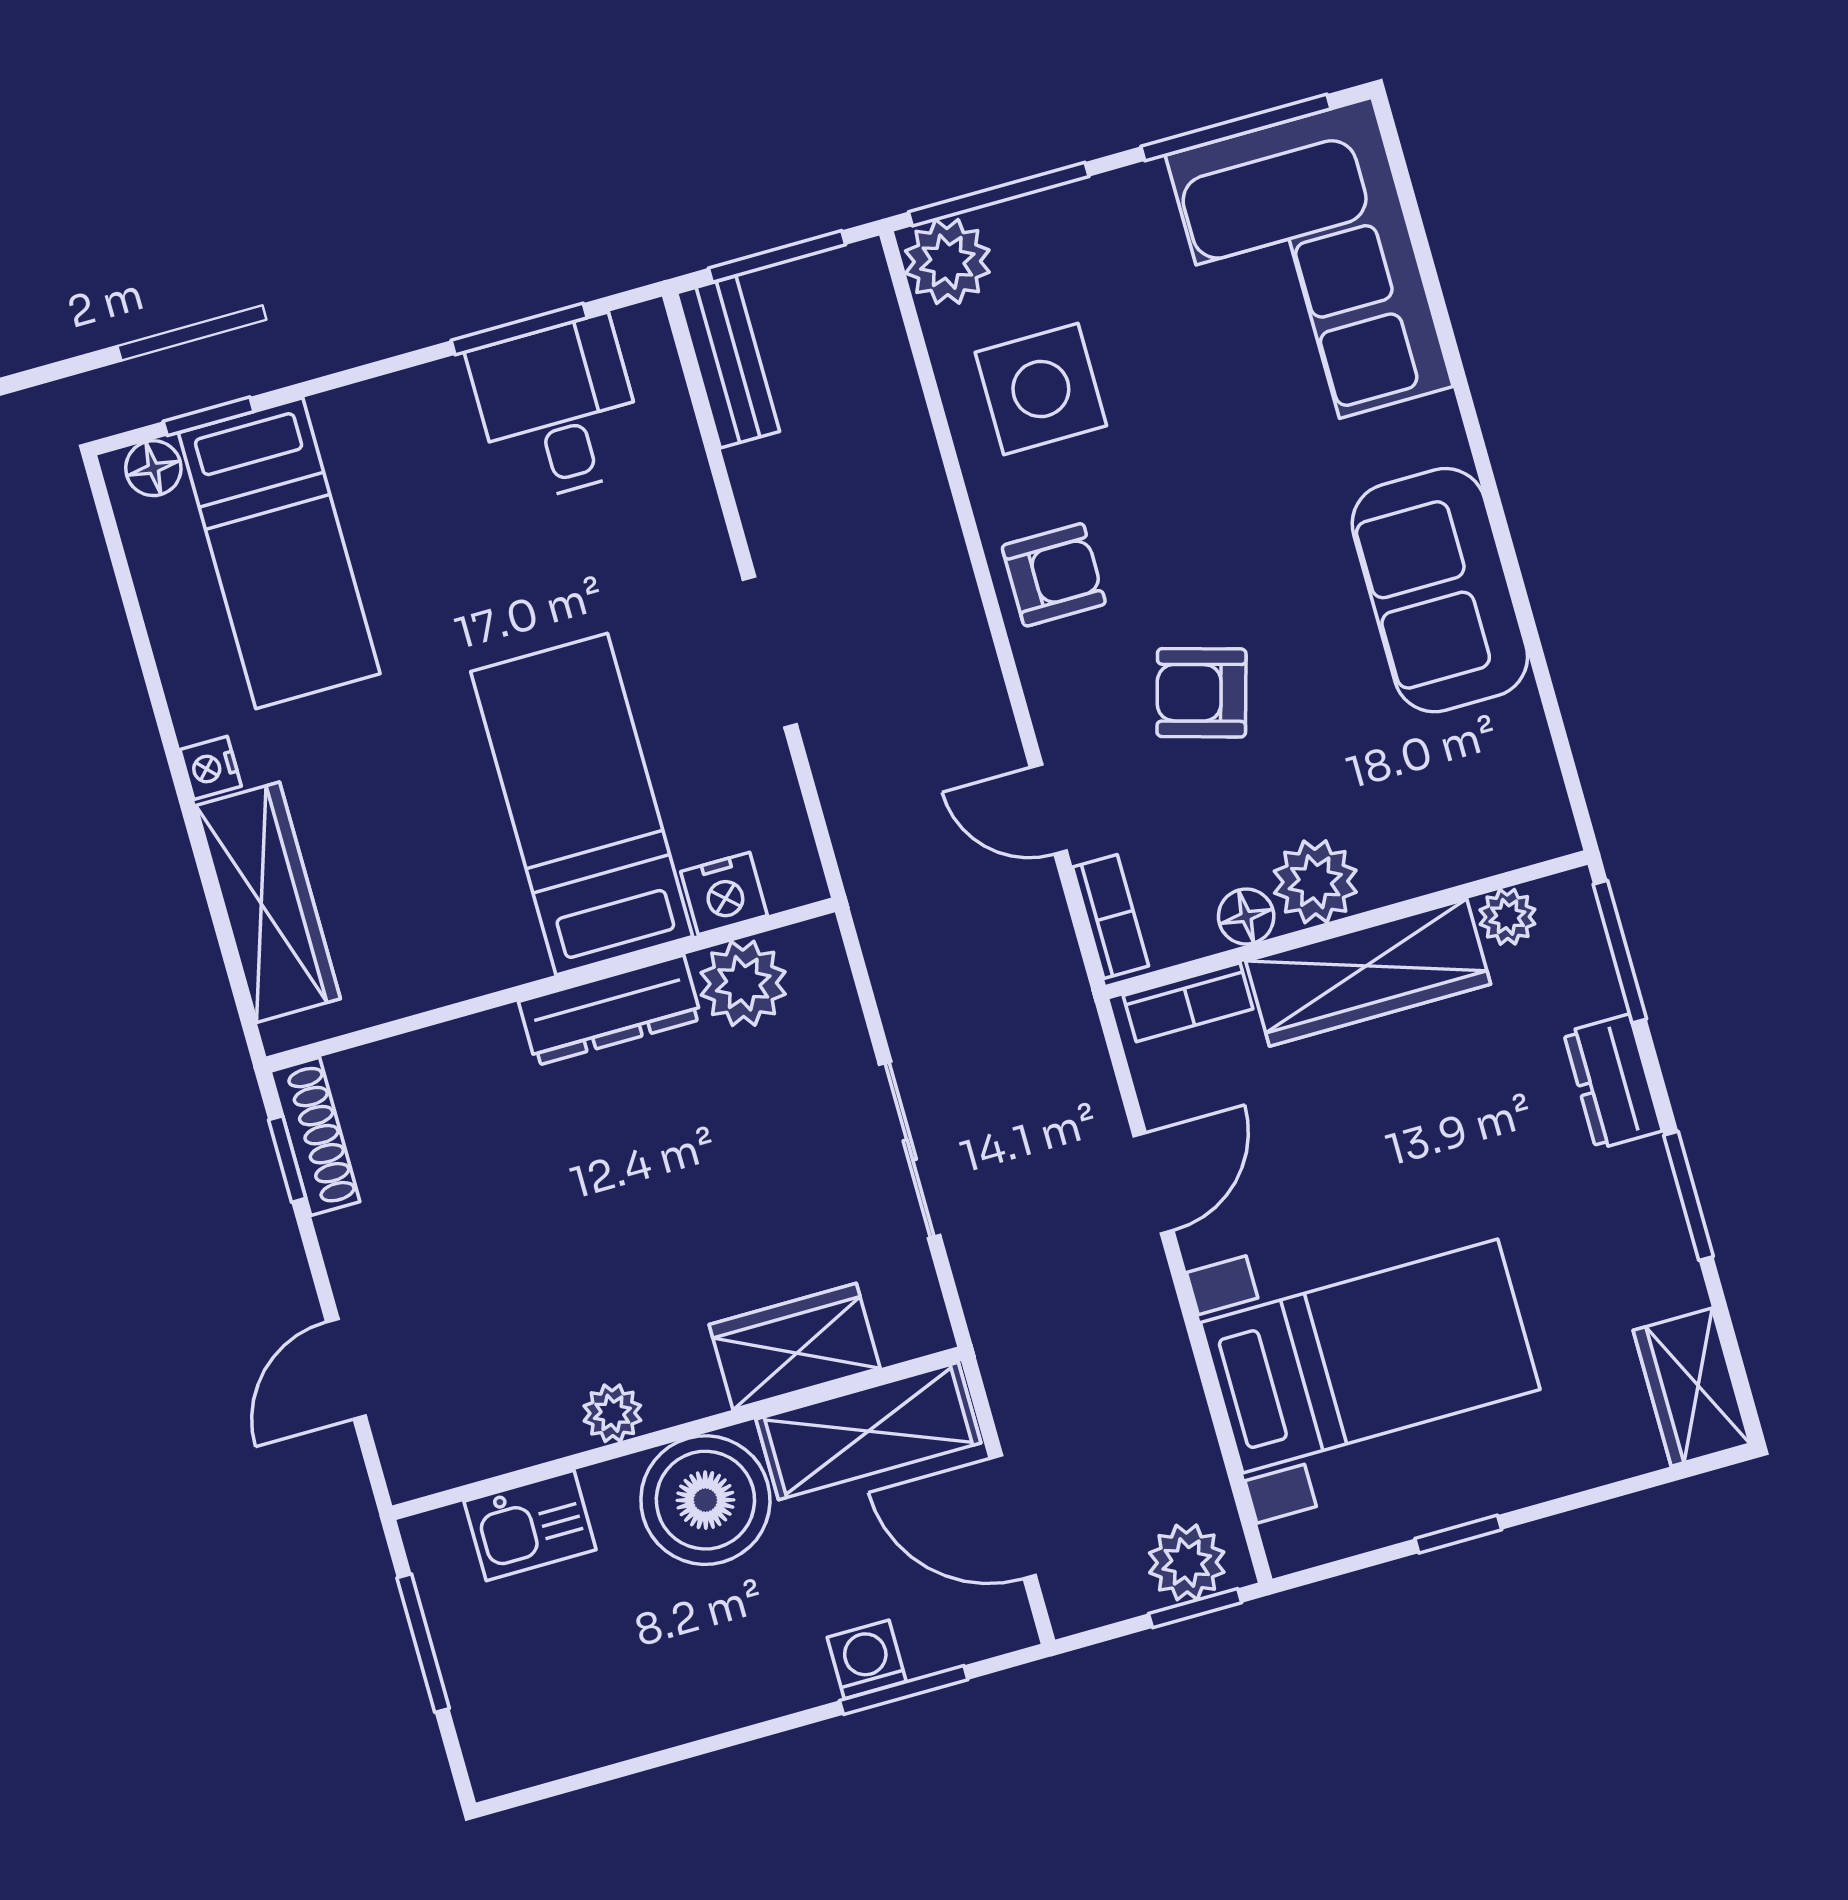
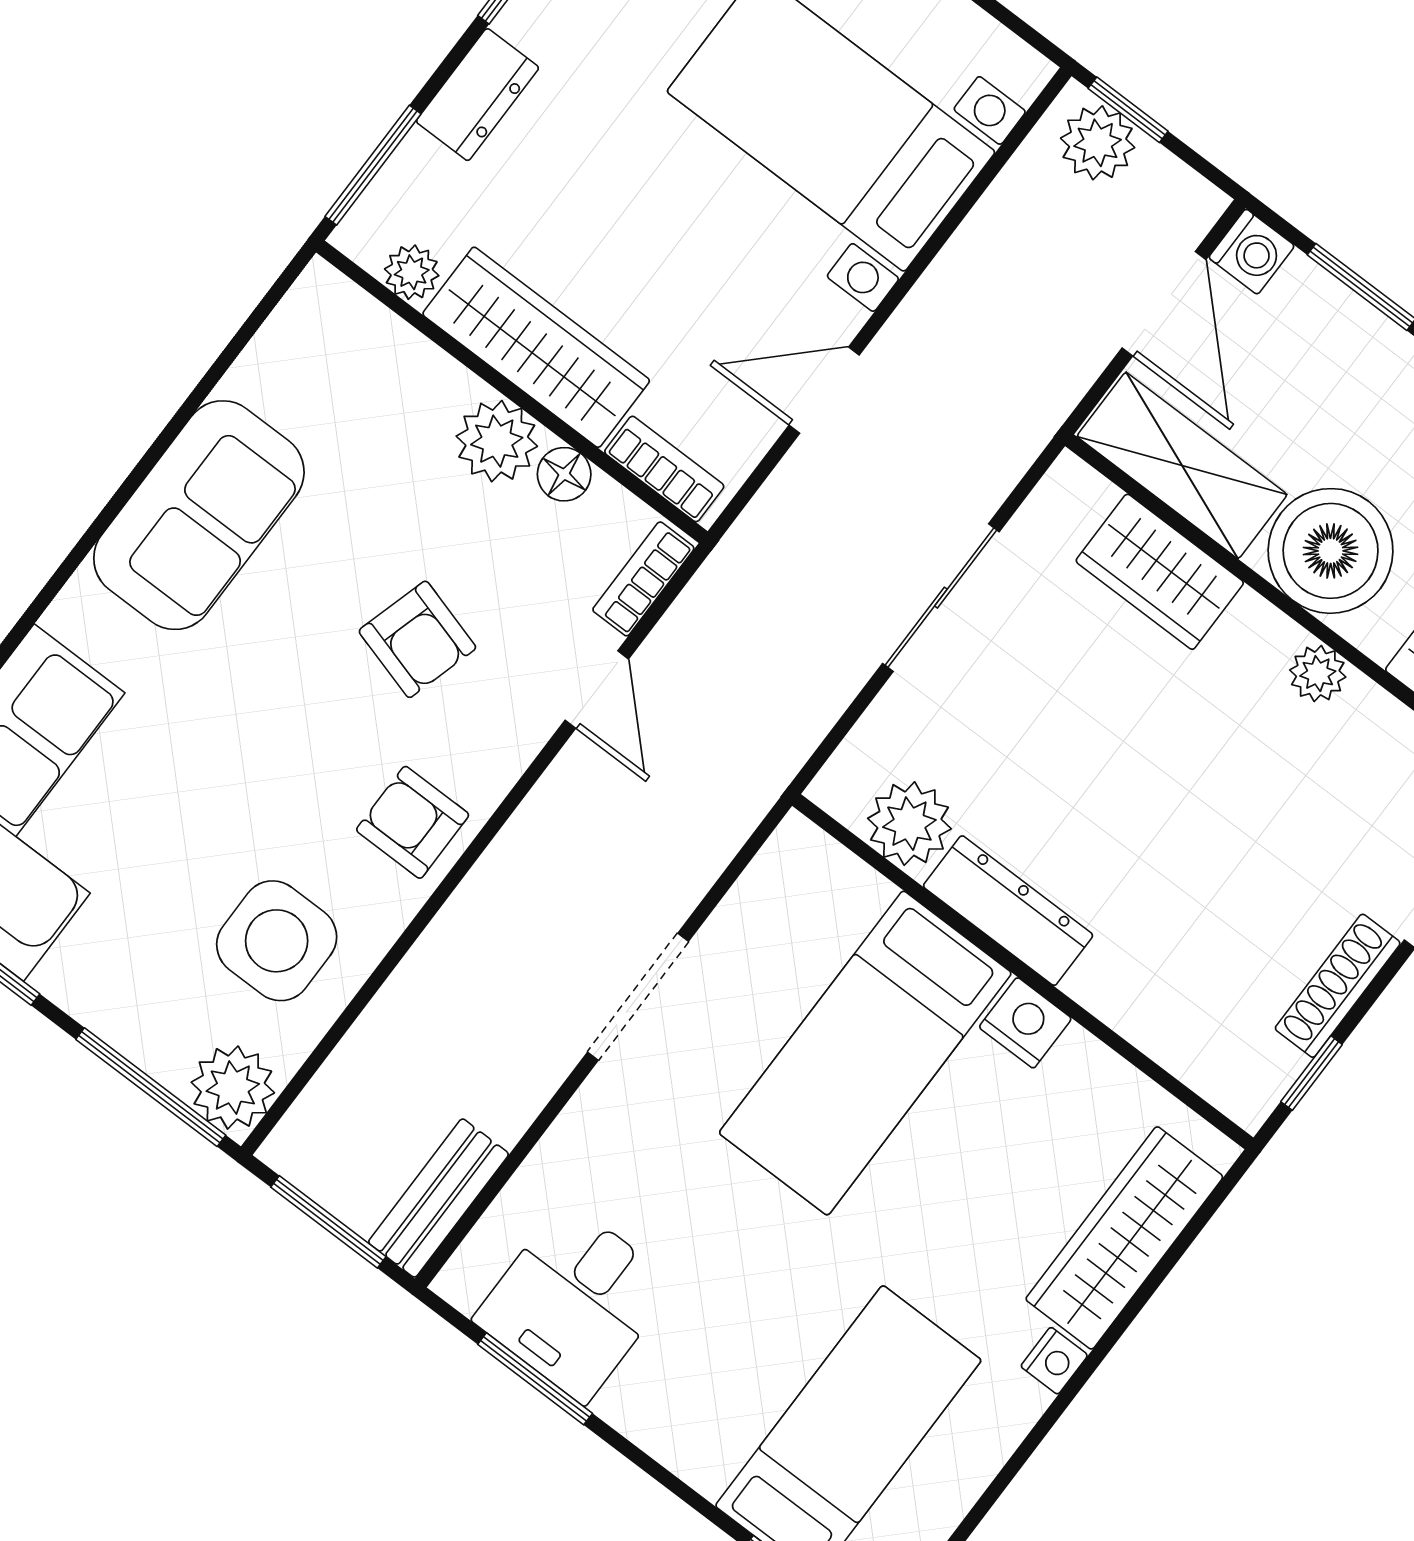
nightstand: (724, 894) -> (1025, 1023), moved
shoe rack: (315, 1136) -> (1338, 986), moved
washing machine: (867, 1659) -> (1252, 252), moved, turned -90

